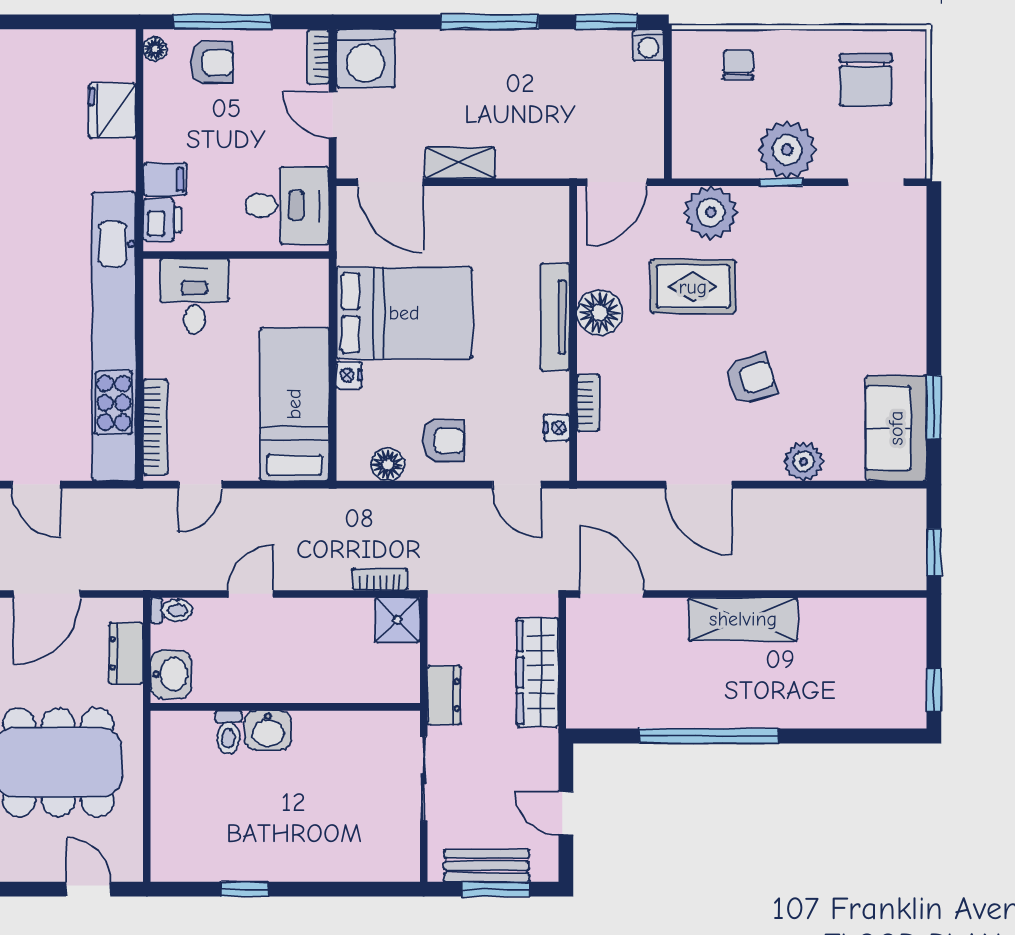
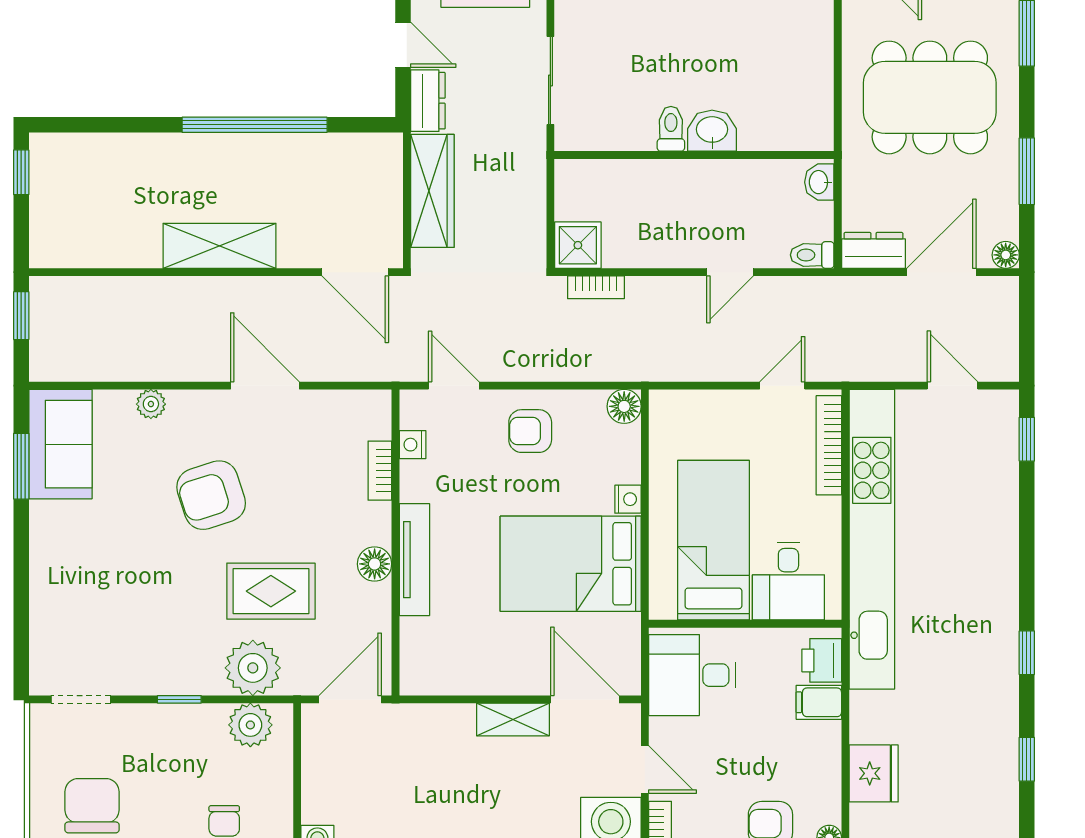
plant: (787, 150) -> (250, 725), moved, width x0.73, depth x0.73
floor lamp: (600, 313) -> (375, 564), width x0.73, depth x0.73
armchair: (751, 379) -> (211, 495), width x1.38, depth x1.38
bed: (294, 404) -> (713, 540), moved, turned 180
plant: (804, 462) -> (151, 404), width x0.73, depth x0.73
floor lamp: (388, 465) -> (624, 406), moved
dresser: (126, 653) -> (873, 250), moved, turned -90
washbasin: (171, 674) -> (819, 182), width x0.72, depth x0.69
dresser: (444, 695) -> (428, 101), moved, turned 180
toilet: (228, 732) -> (671, 129), moved

